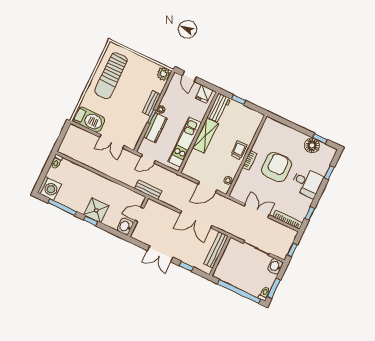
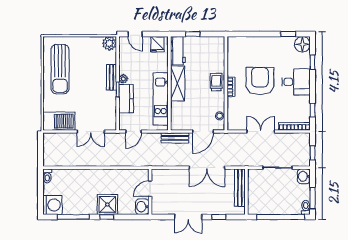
floor lamp: (312, 145) -> (302, 44), moved
bench: (148, 190) -> (175, 138), moved

